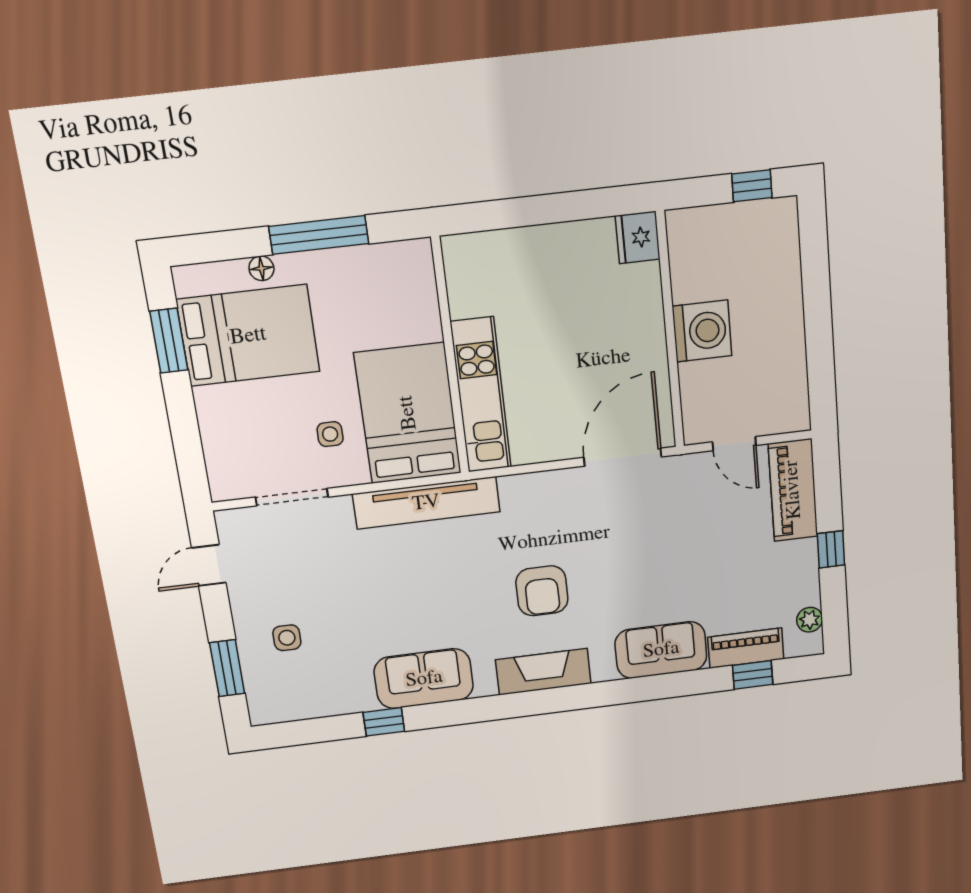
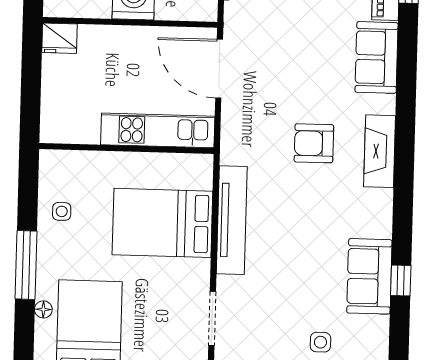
wall: (450, 357) -> (126, 149), moved
kitchen unit: (481, 395) -> (158, 130), moved
side table: (330, 434) -> (62, 211), moved
armchair: (542, 591) -> (314, 143), turned 180
sofa: (424, 679) -> (369, 276), moved

